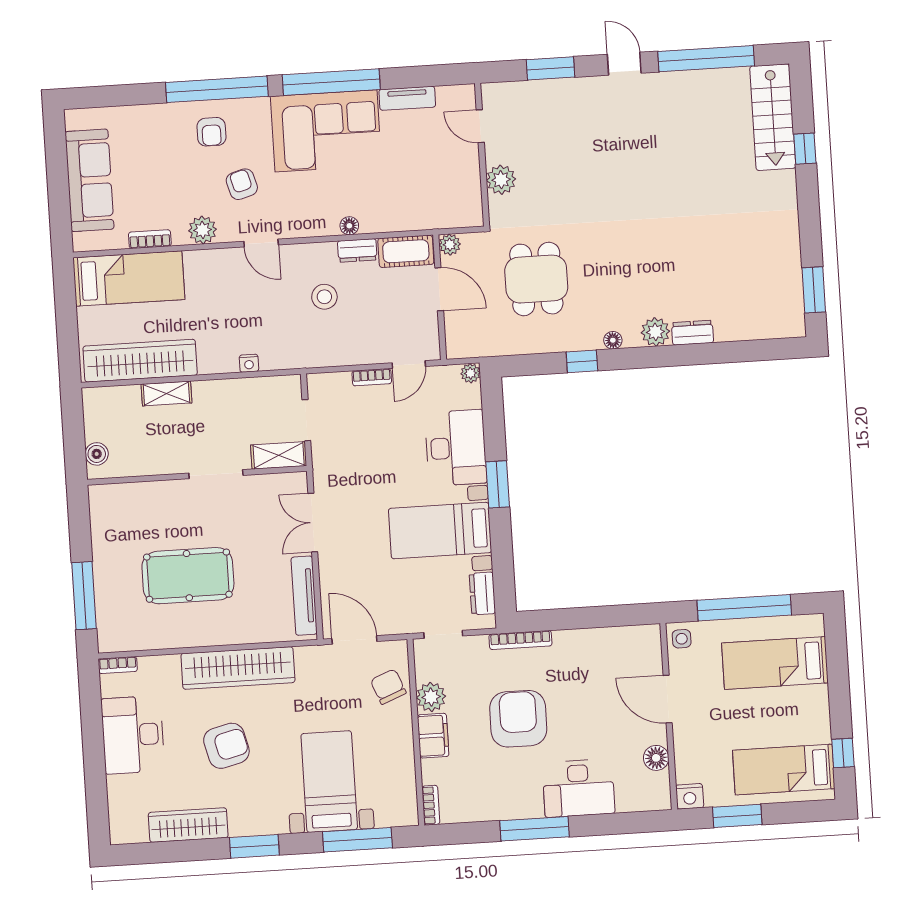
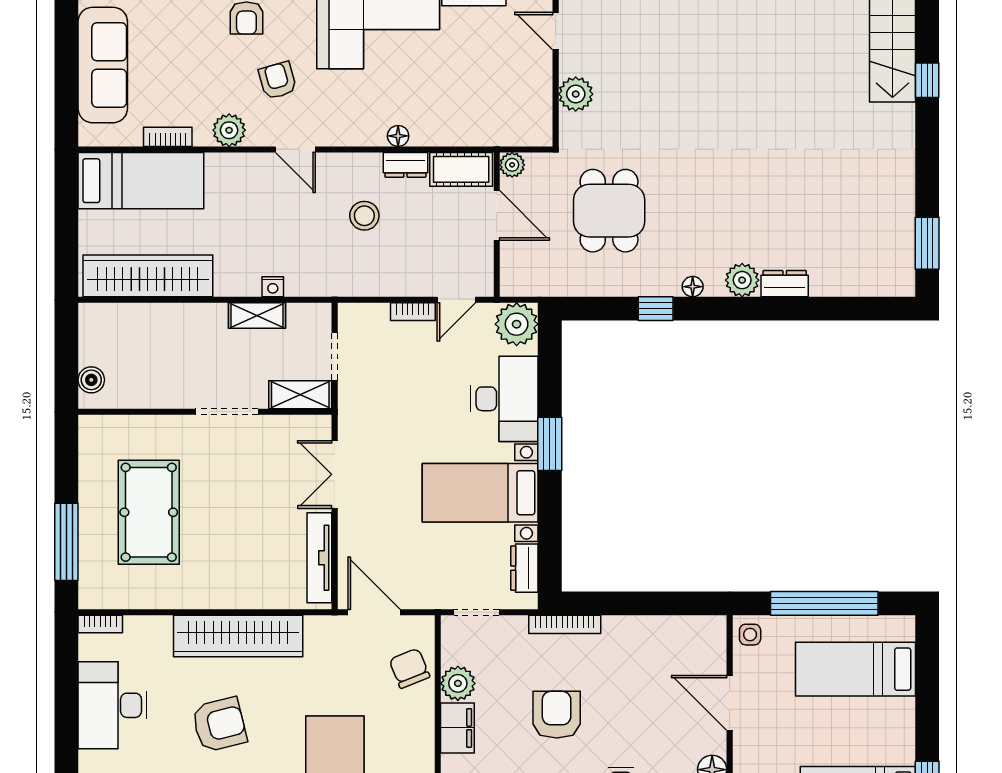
plant: (470, 373) -> (517, 324), width x1.87, depth x1.87
shelving: (166, 394) -> (257, 316), moved
pool table: (188, 576) -> (149, 512), moved, turned 90
armchair: (518, 719) -> (557, 715), width x0.73, depth x0.73

